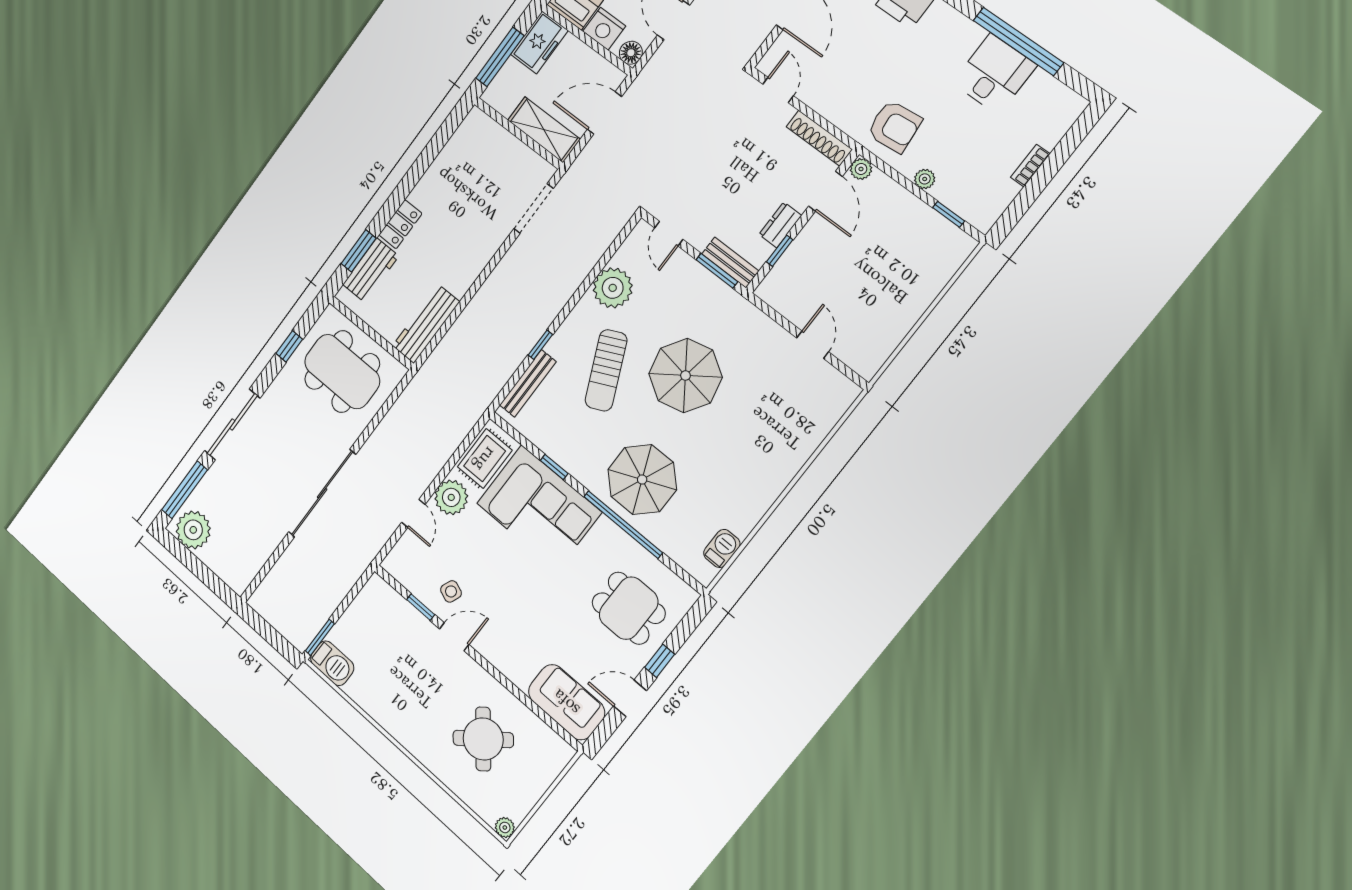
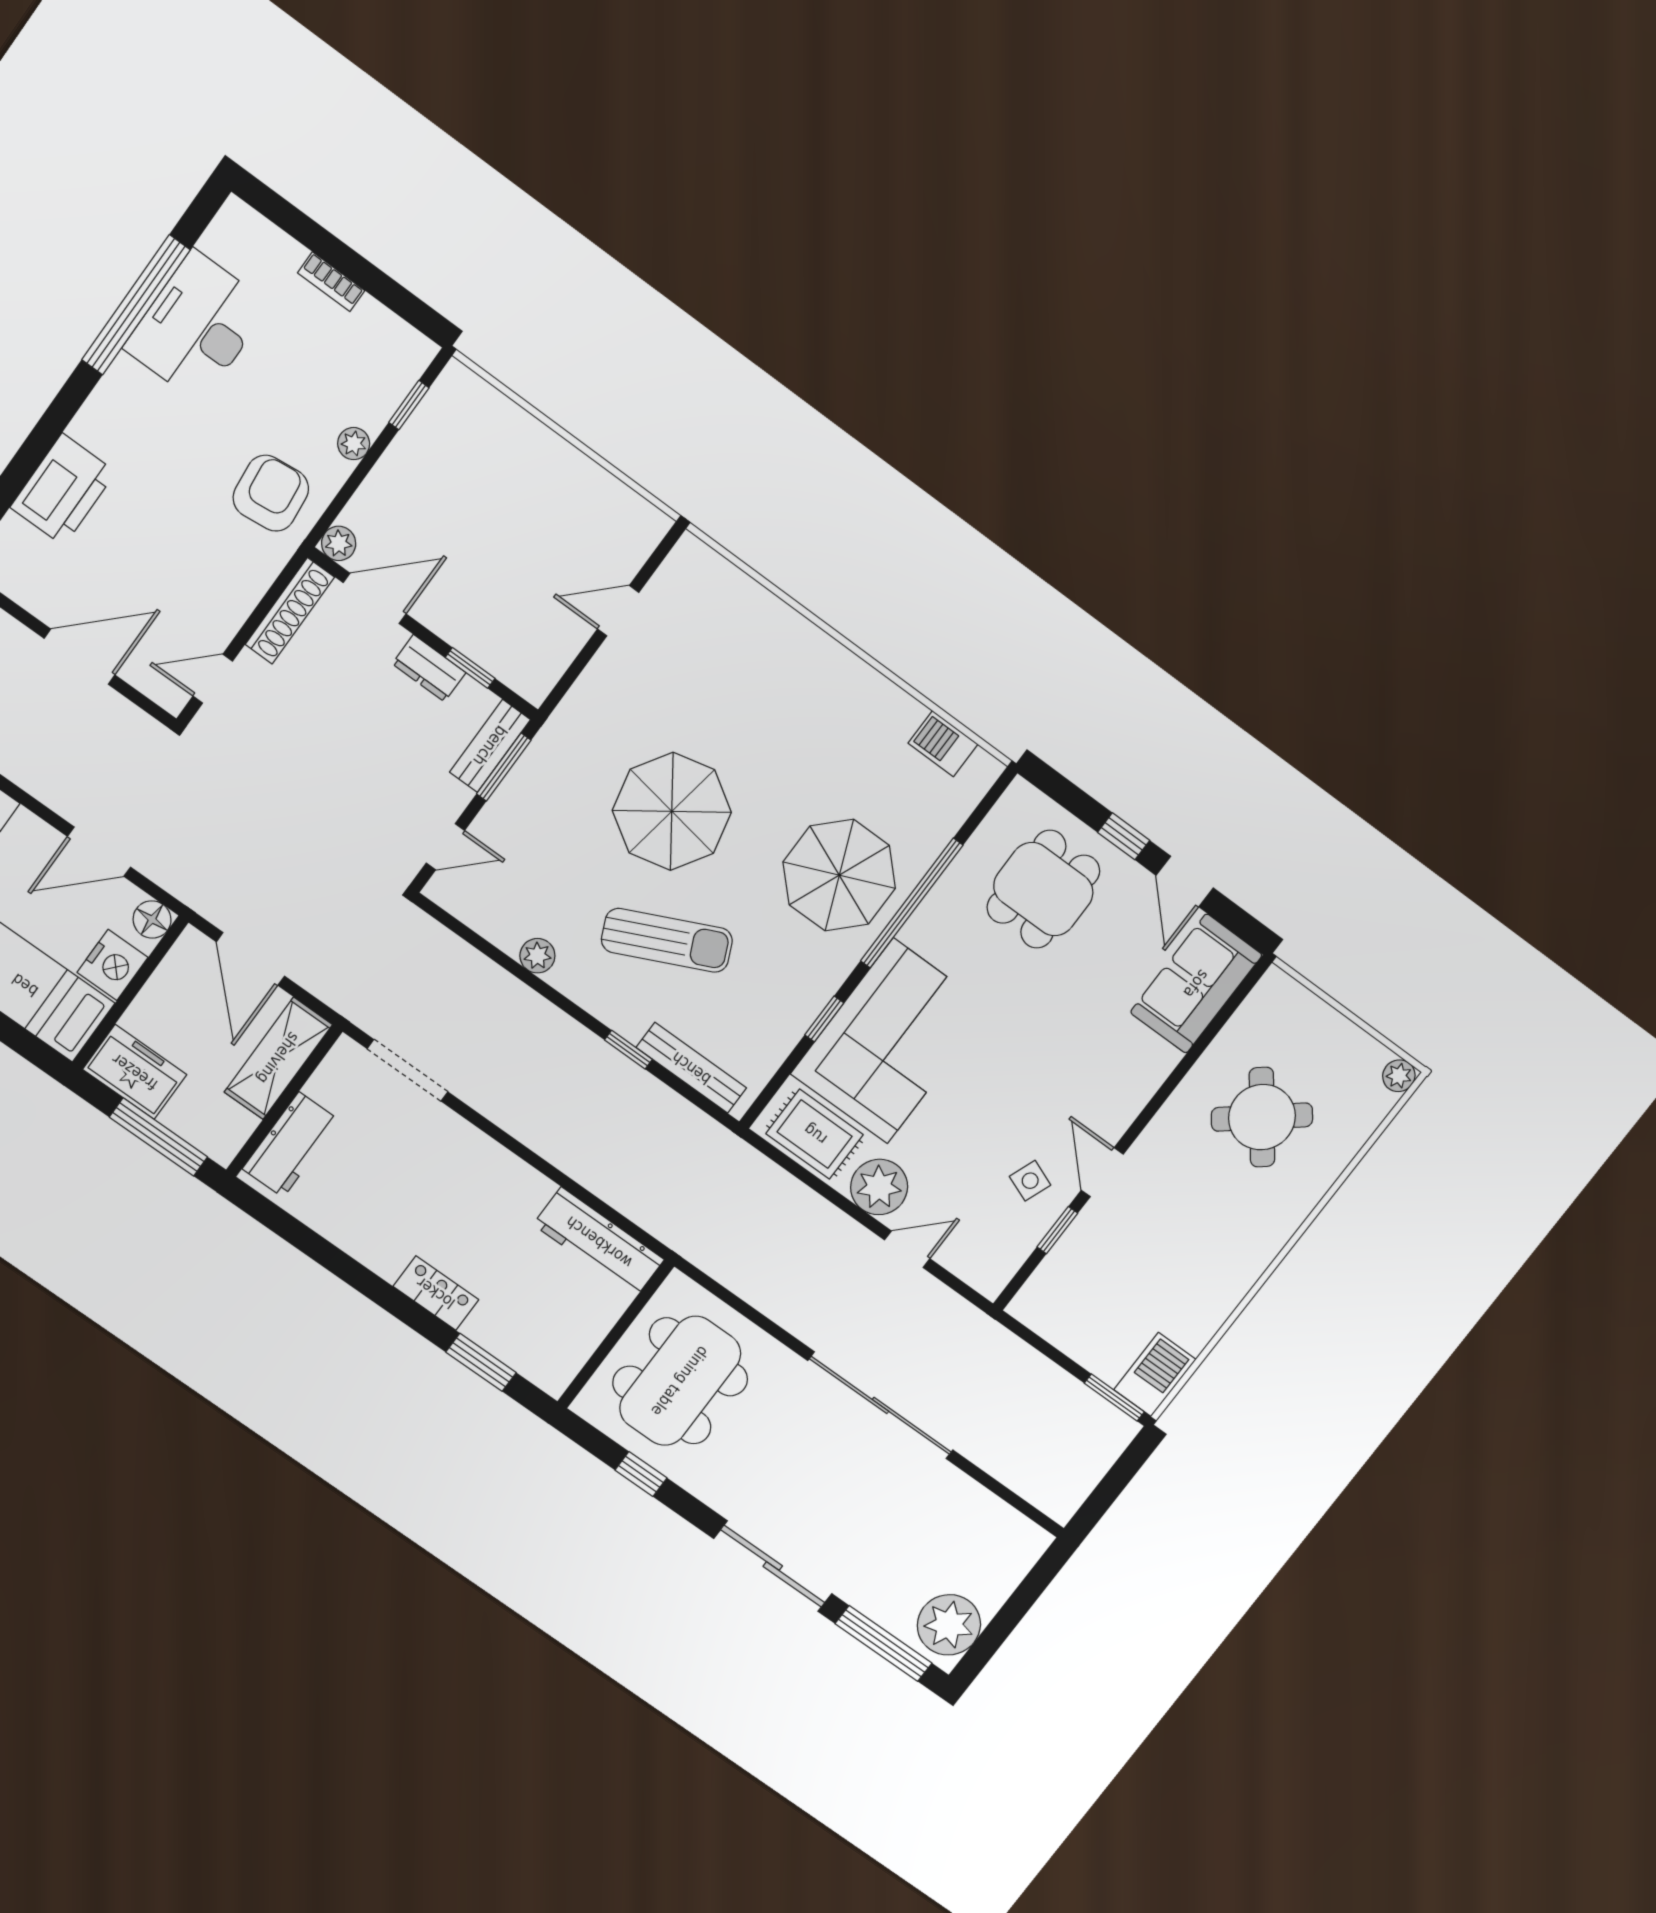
desk: (994, 74) -> (197, 327), width x1.37
workbench: (371, 270) -> (291, 1145), moved, turned 90
plant: (613, 288) -> (537, 956), width x0.53, depth x0.53

